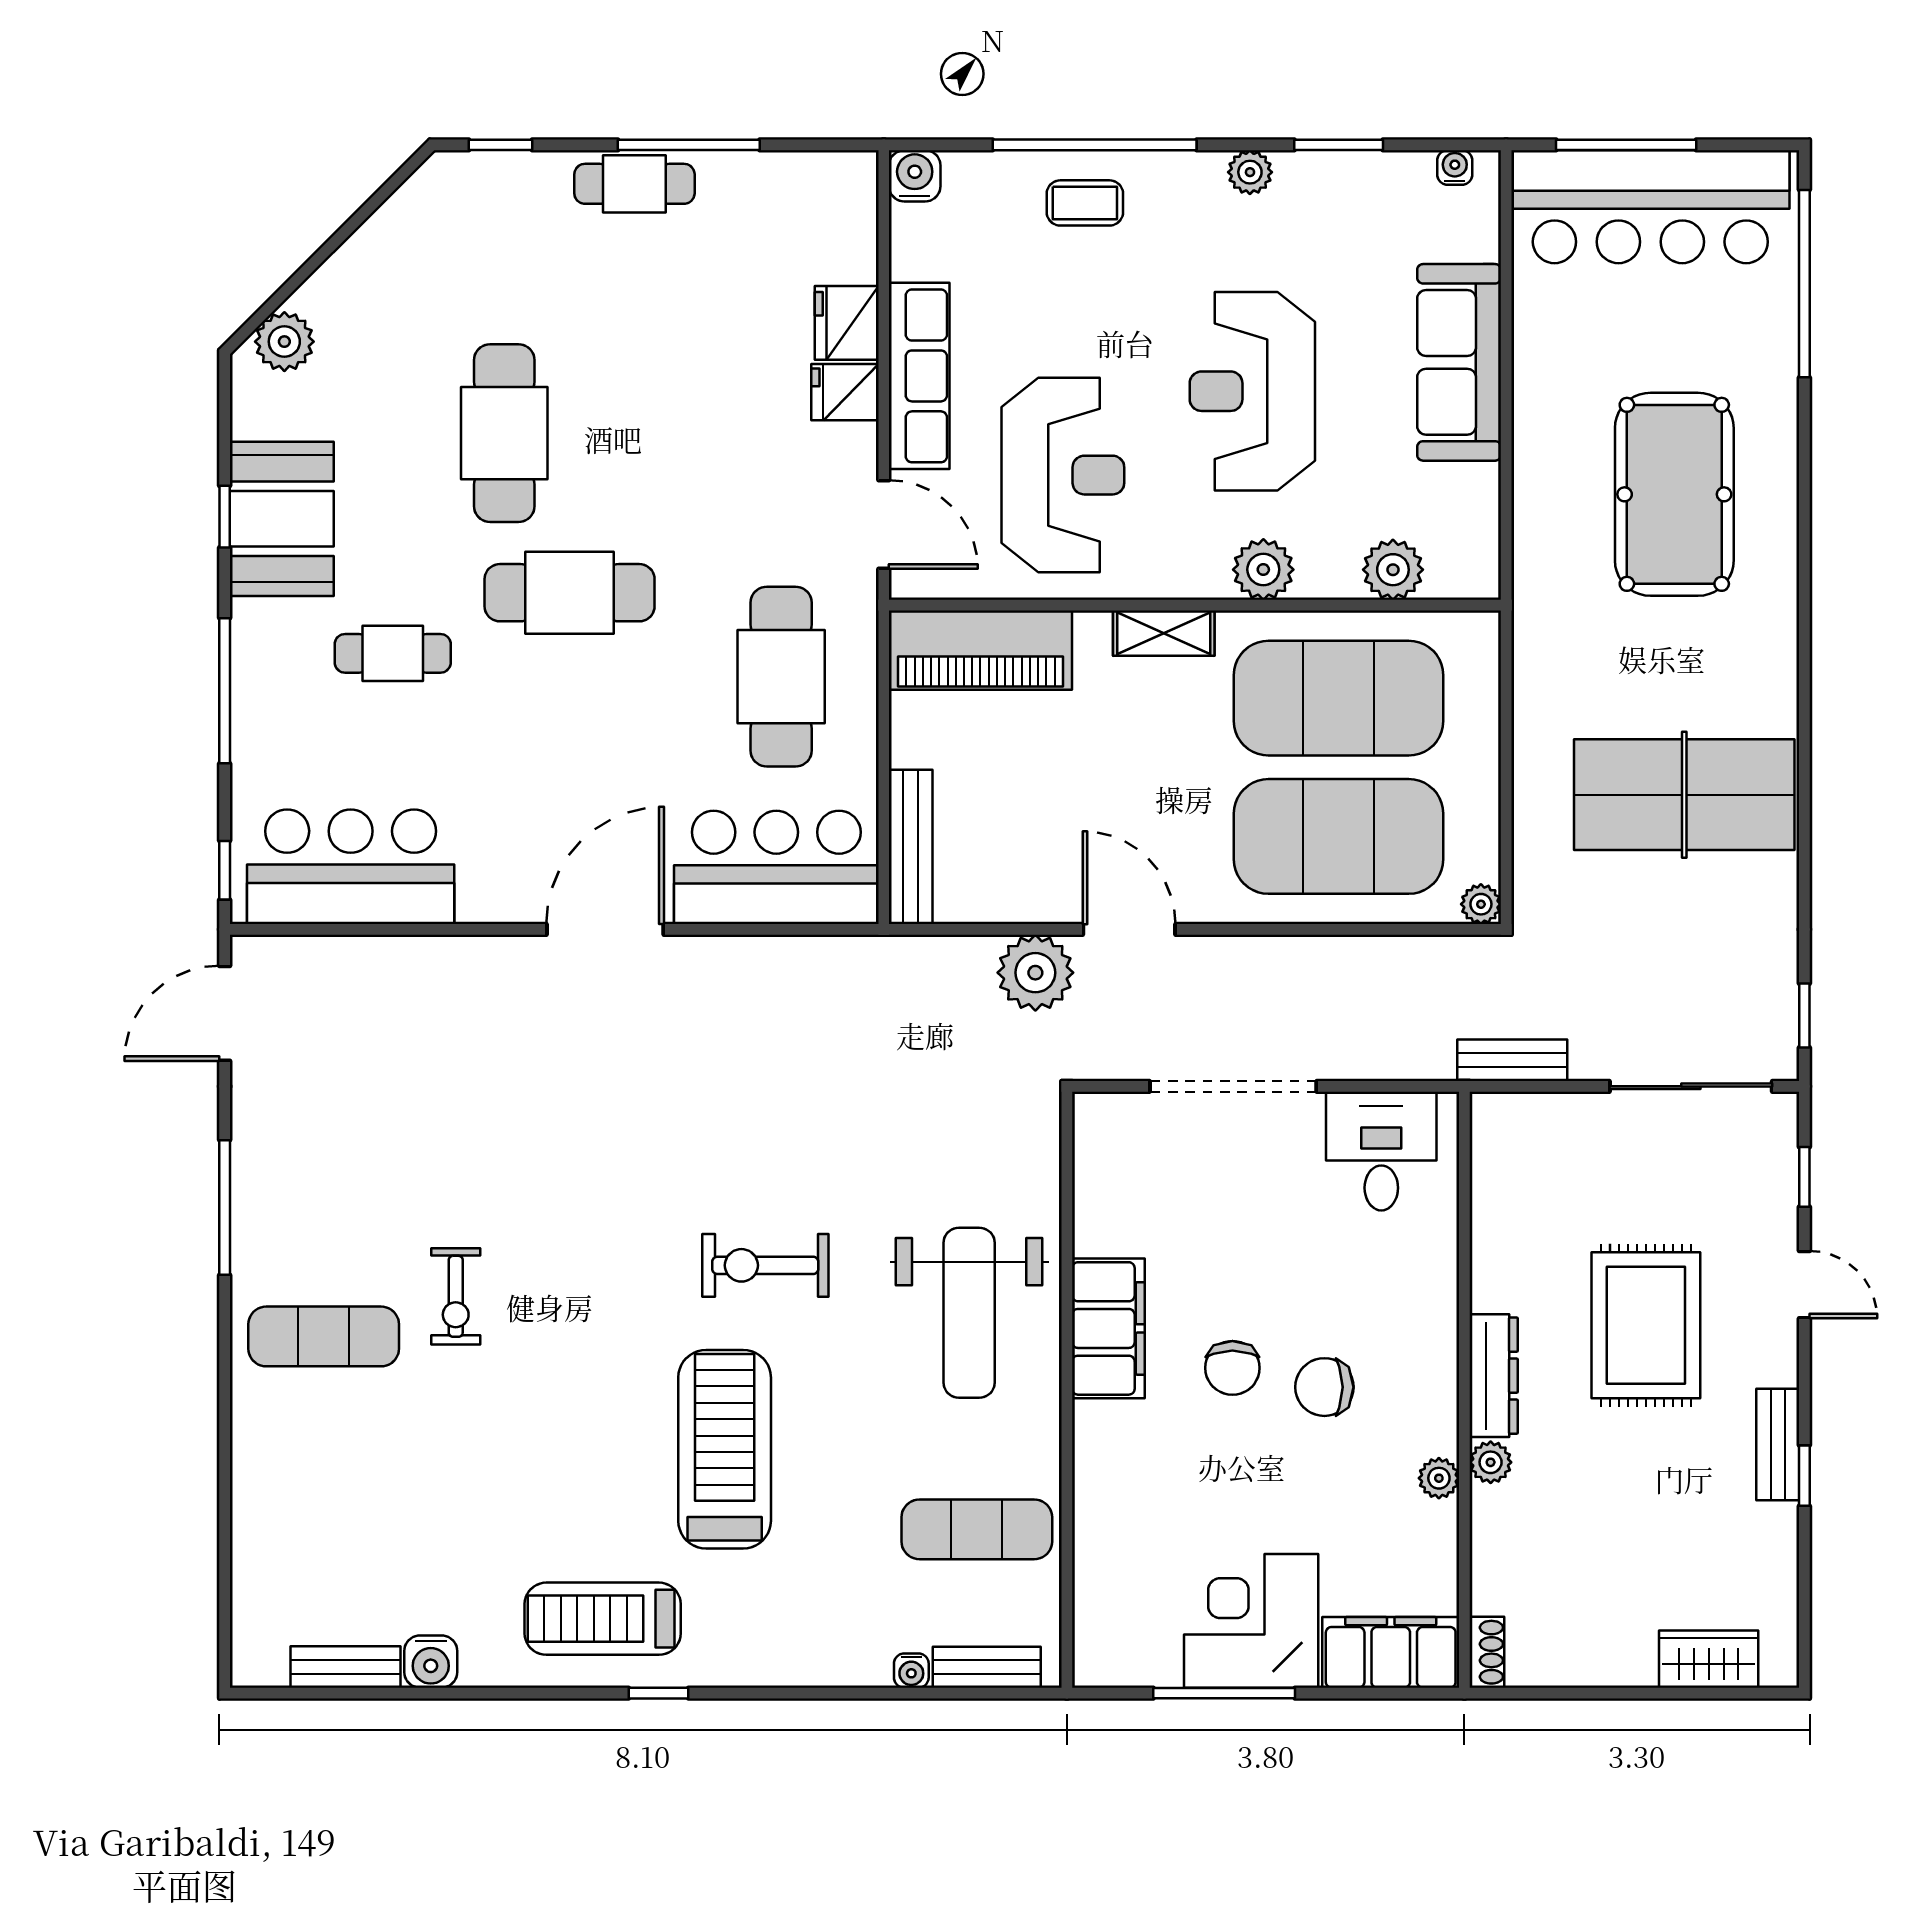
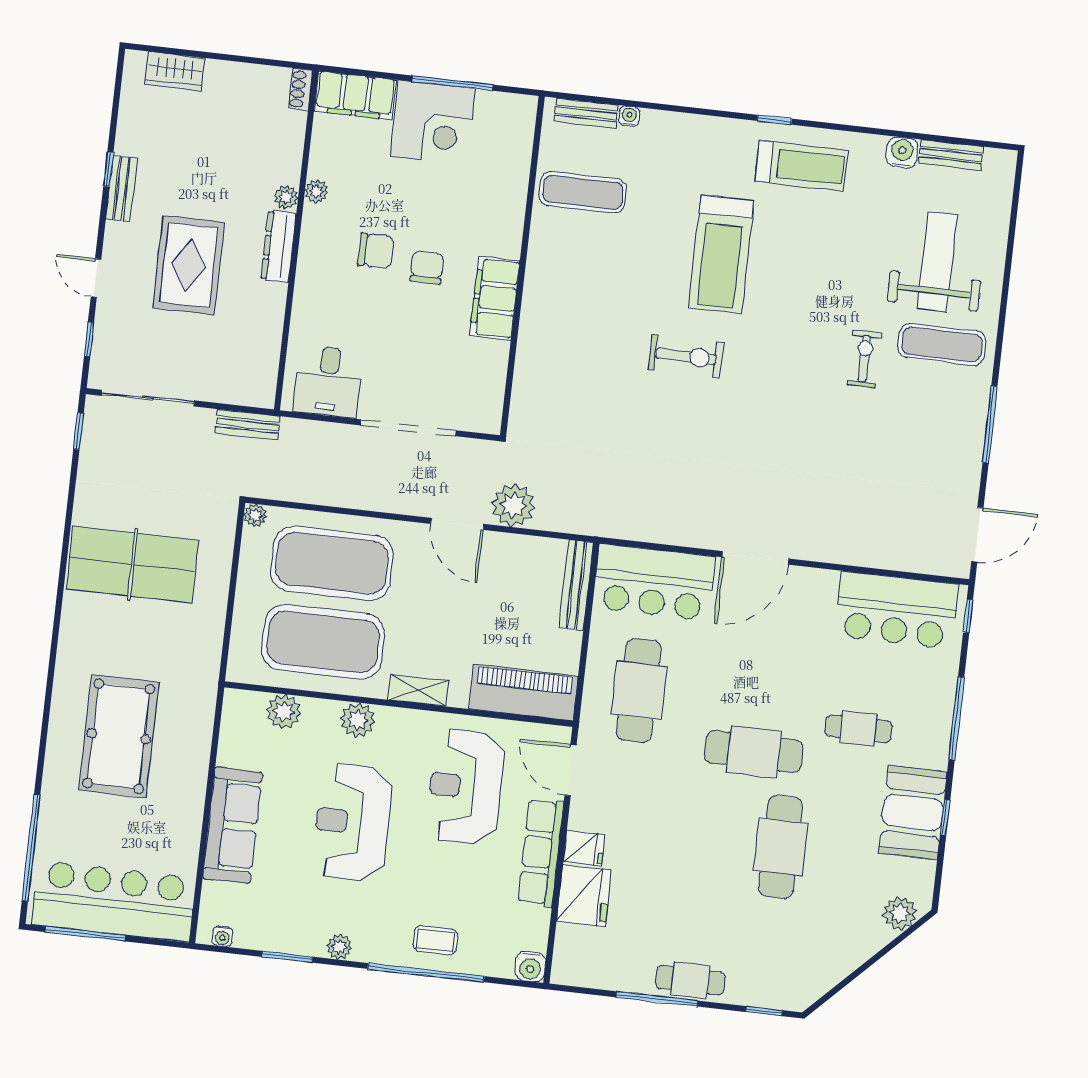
window: (1626, 145) -> (85, 934), moved
fridge: (847, 323) -> (584, 896), width x1.36, depth x1.34
reception desk: (1252, 391) -> (352, 822), turned 180
weight bench: (969, 1313) -> (937, 262), moved

